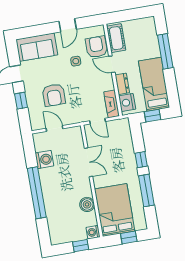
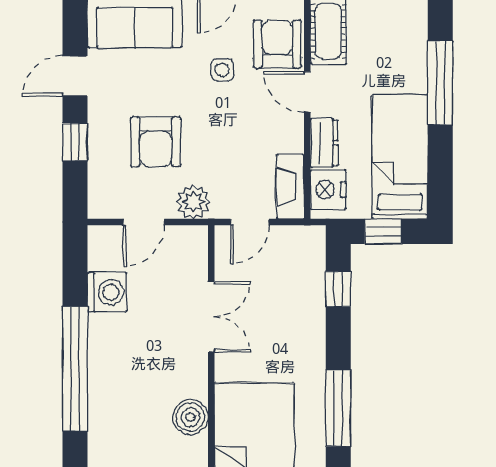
plant: (73, 117) -> (193, 202), added
door: (98, 121) -> (250, 222), hinge flipped
door: (55, 128) -> (144, 222), swing flipped
window: (141, 160) -> (338, 289), moved

